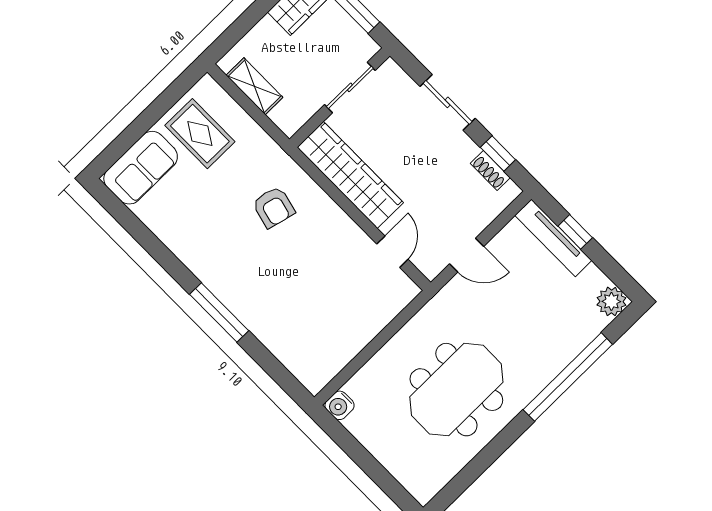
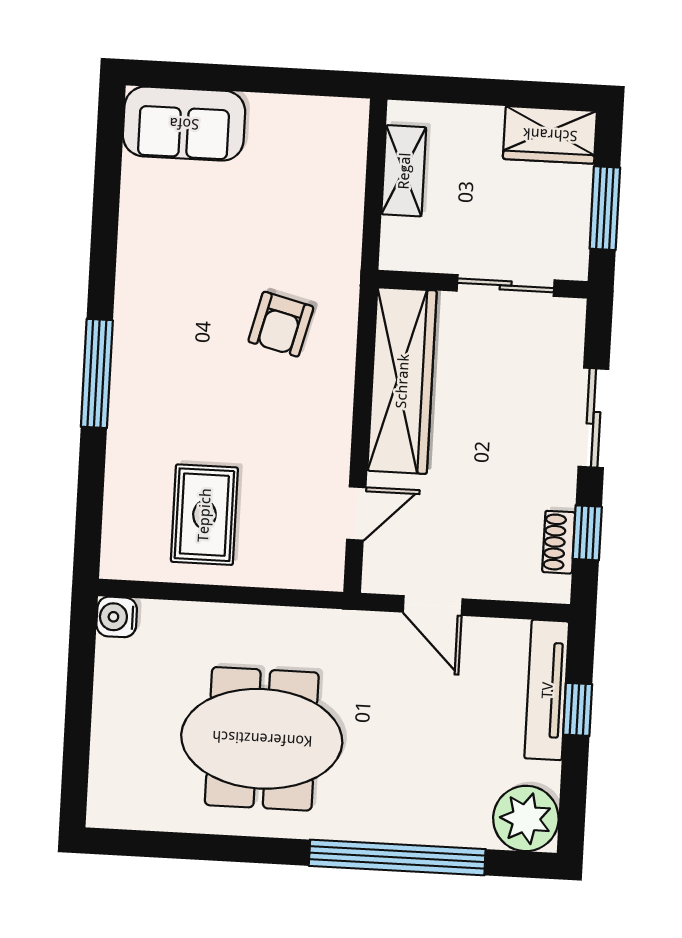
rug: (200, 134) -> (204, 515), moved
plant: (611, 301) -> (526, 818), width x1.36, depth x1.36

